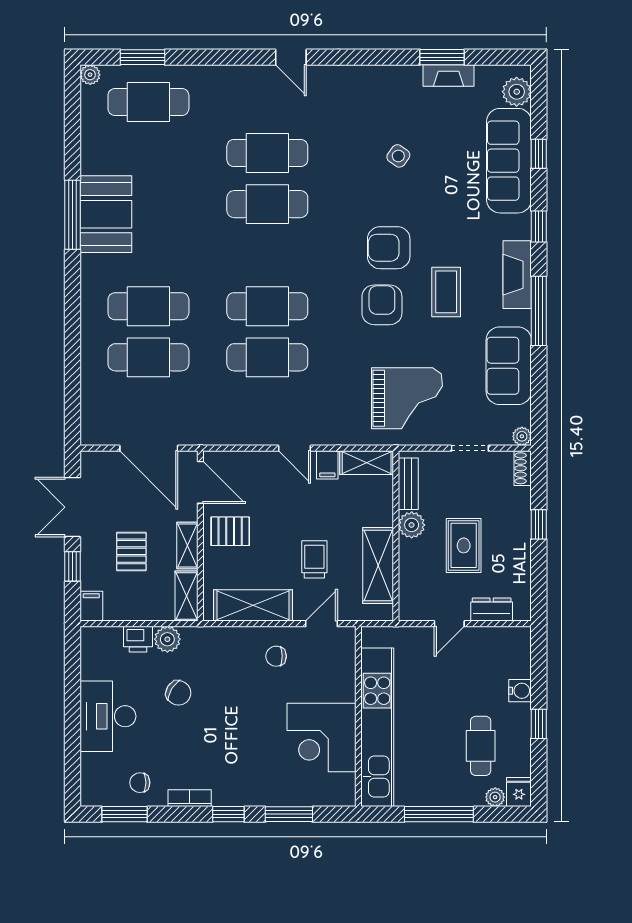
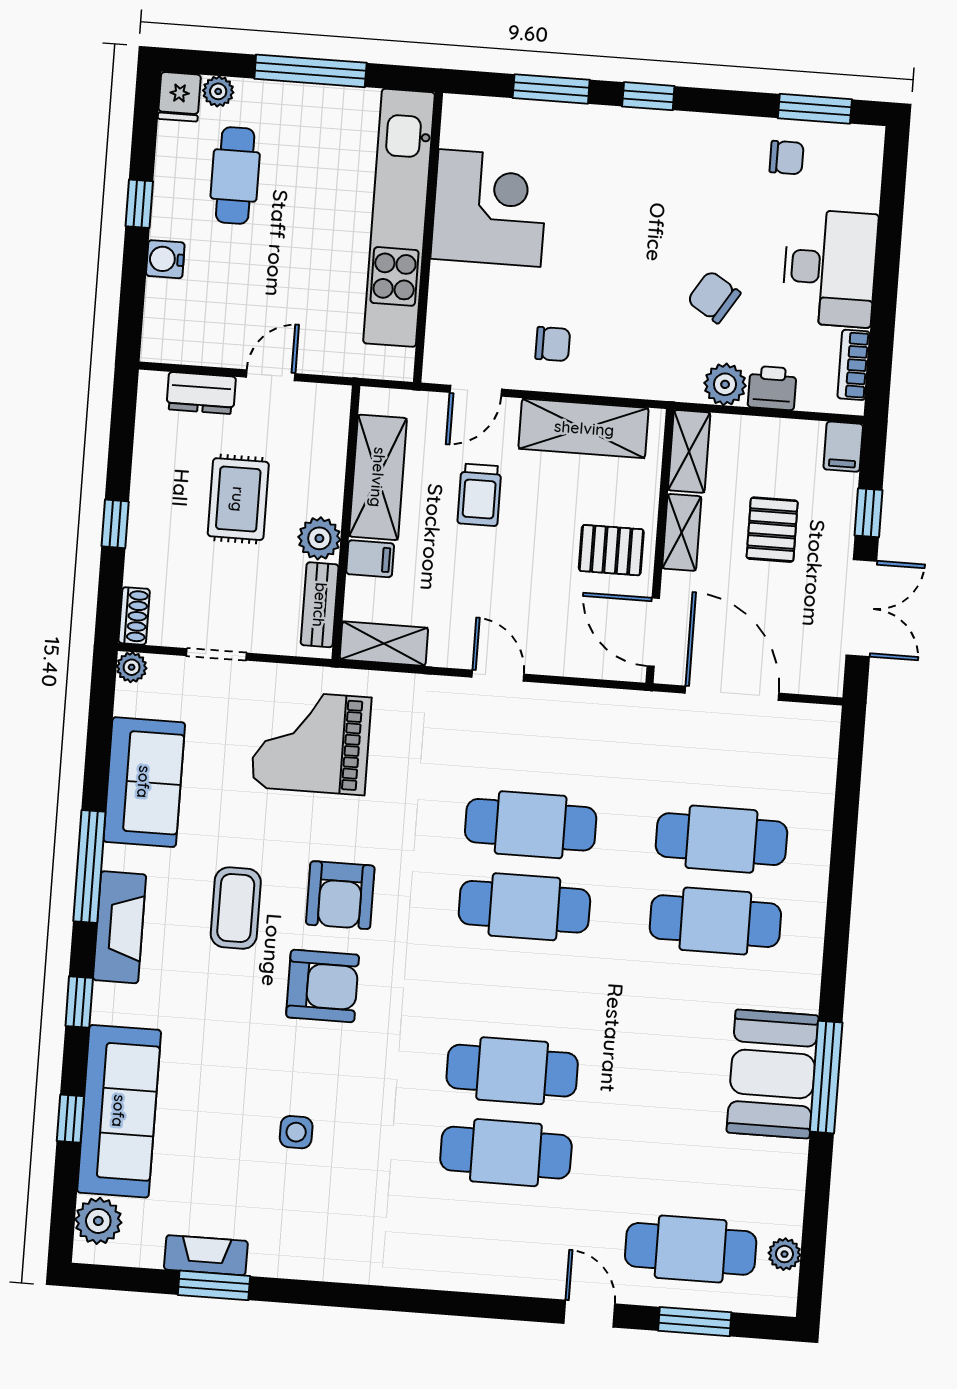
door: (291, 57) -> (589, 1314), moved
plant: (90, 75) -> (784, 1254), moved
side table: (398, 156) -> (296, 1132), turned -35
filing cabinet: (327, 465) -> (370, 559), moved, turned 90
bookcase: (190, 798) -> (854, 365), moved, turned 90

